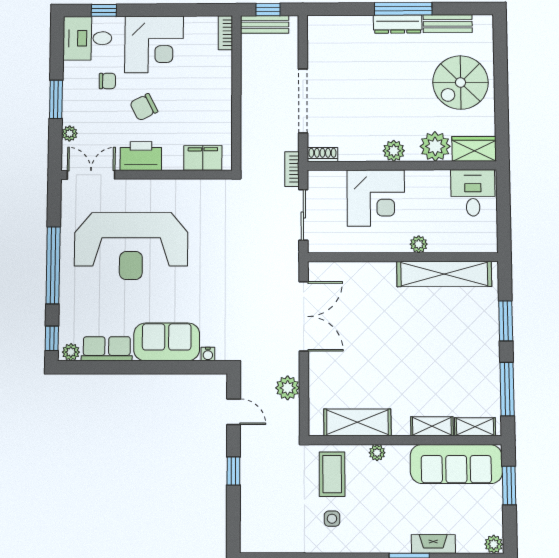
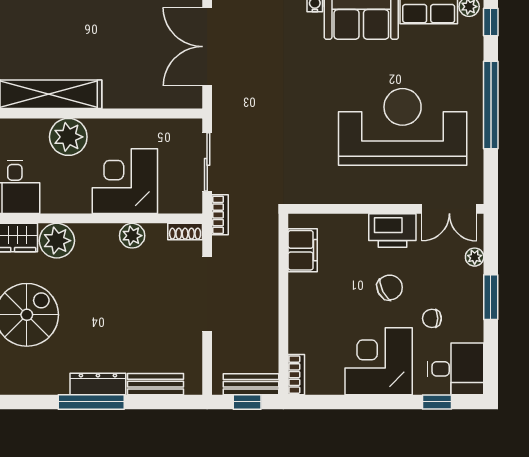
bench: (448, 24) -> (156, 384), moved
plant: (394, 151) -> (132, 236), moved
filing cabinet: (203, 158) -> (303, 250), moved, turned -90
plant: (419, 244) -> (68, 137), width x1.87, depth x1.87

